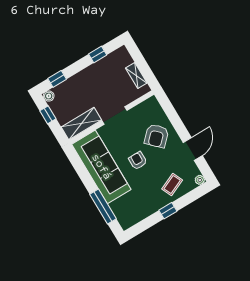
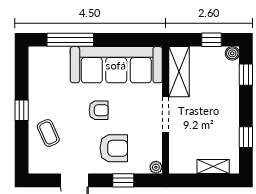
shelving: (136, 75) -> (213, 166), moved
window: (174, 117) -> (123, 180), added
armchair: (156, 136) -> (114, 148), turned 135
plant: (200, 180) -> (156, 167), moved

